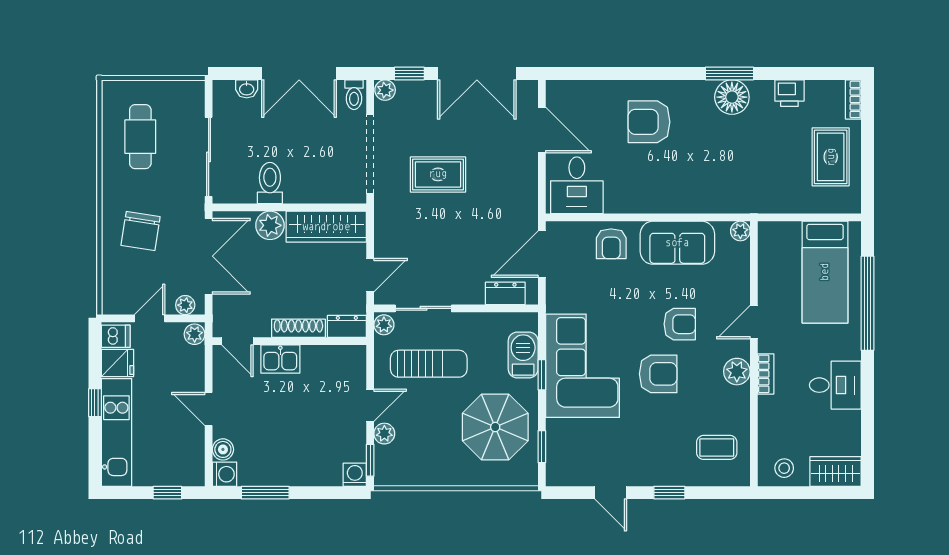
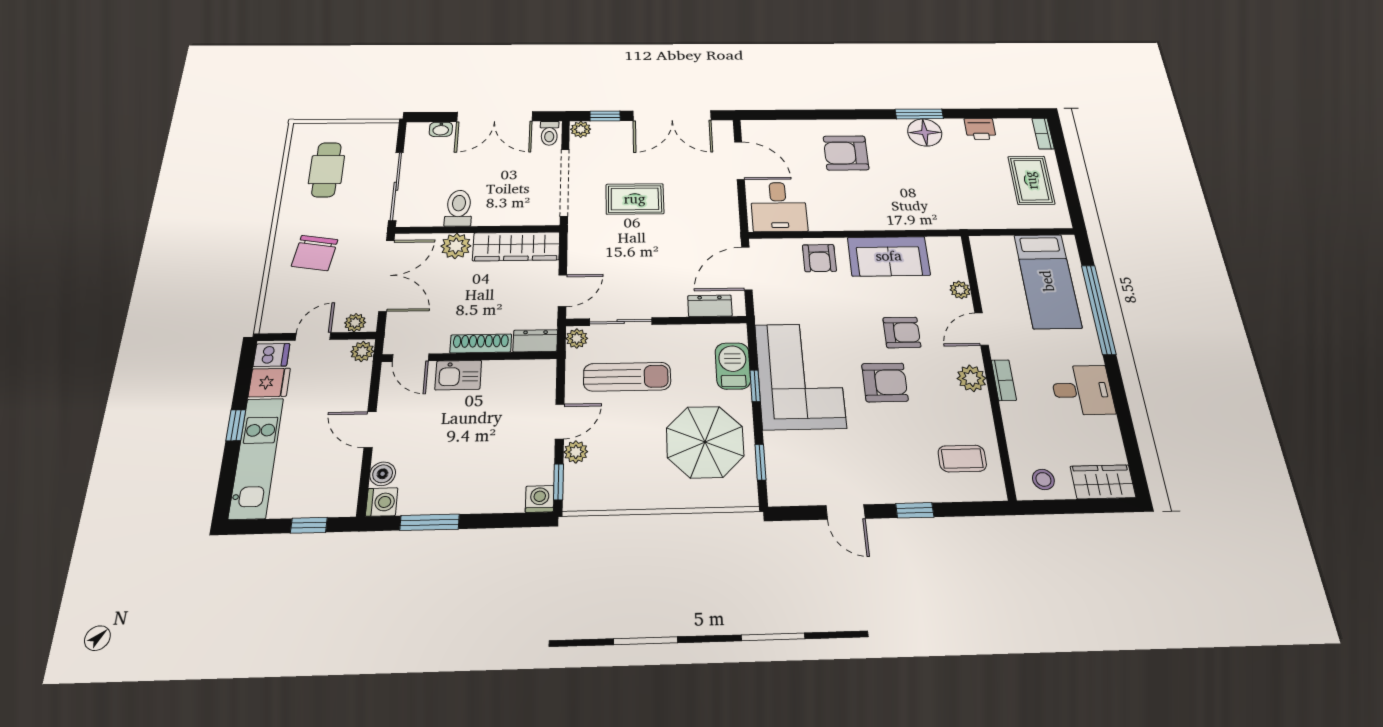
plant: (740, 231) -> (960, 290), moved

